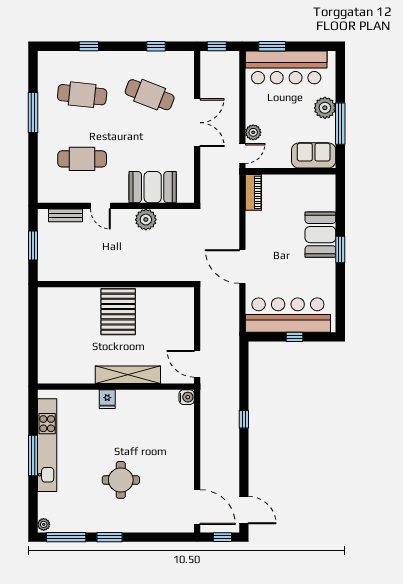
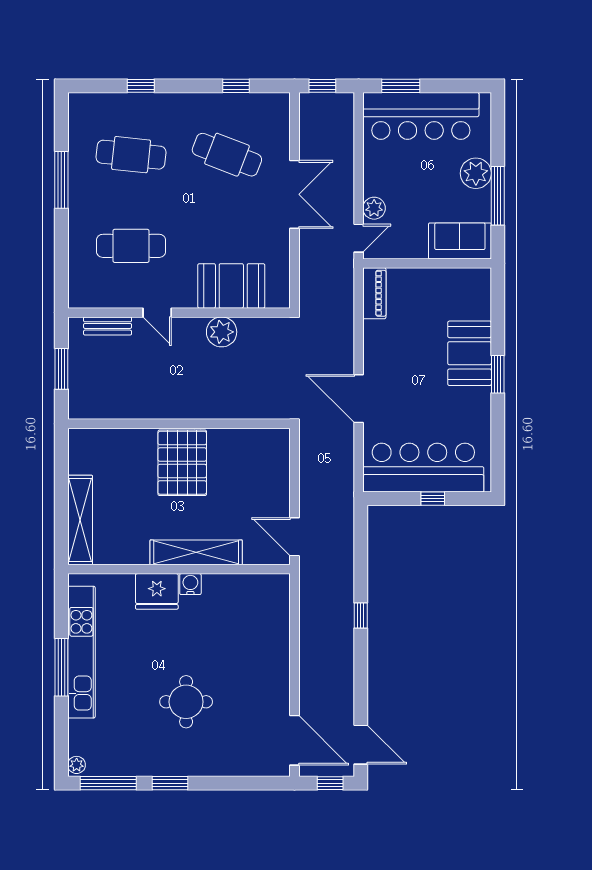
shelving: (46, 352) -> (80, 520), added
water cooler: (187, 397) -> (190, 584), moved, turned -90
fridge: (107, 399) -> (157, 591), width x1.88, depth x1.34

